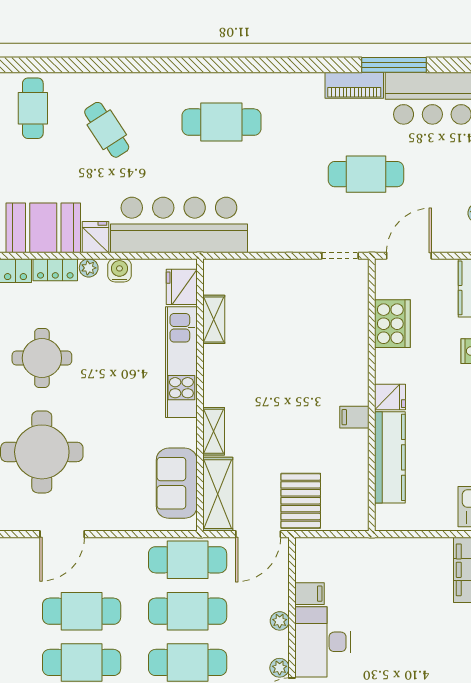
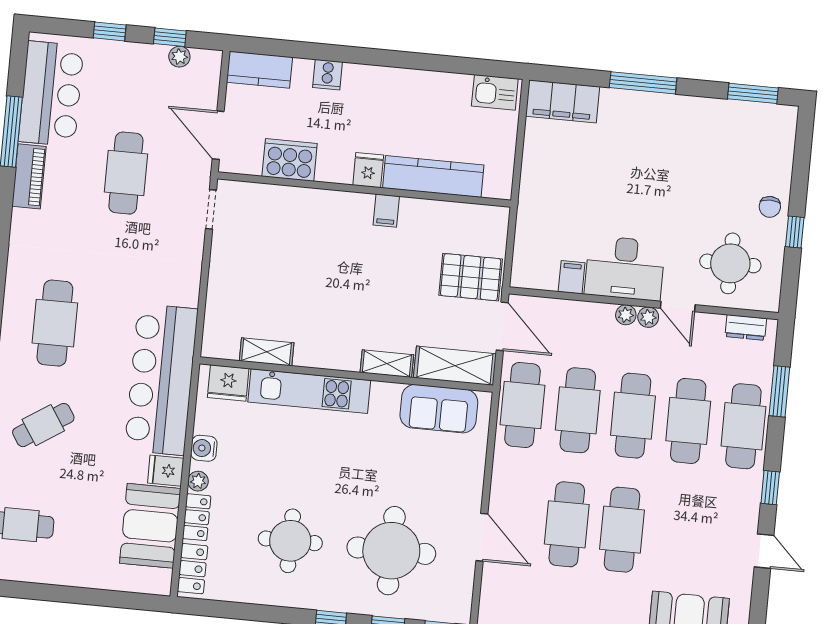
cafe table: (107, 130) -> (43, 425), moved
plant: (280, 621) -> (626, 315), moved

